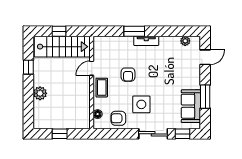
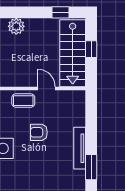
window: (134, 31) -> (91, 167), moved
tv unit: (146, 41) -> (80, 148), width x1.41
window: (28, 67) -> (61, 12), moved

